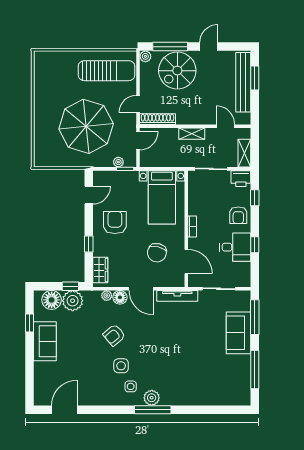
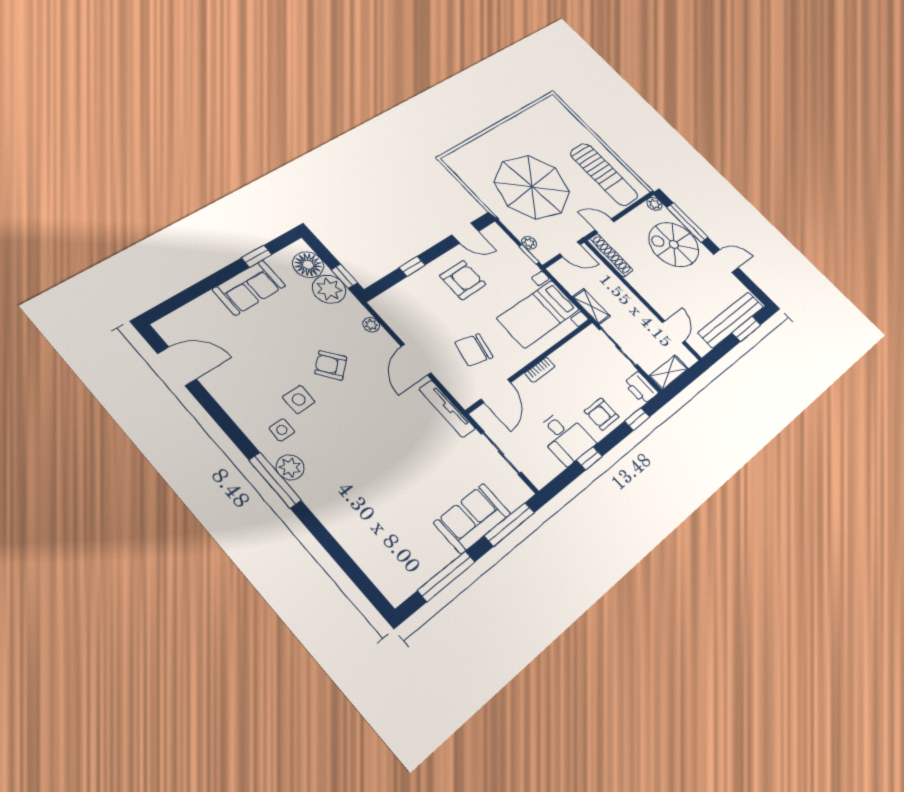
shelving: (192, 134) -> (591, 306), moved
wardrobe: (100, 270) -> (394, 298), removed
floor lamp: (120, 297) -> (383, 342), removed

